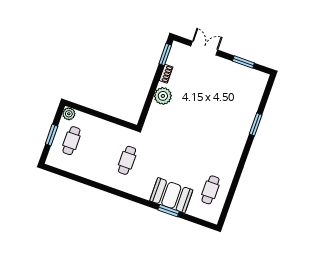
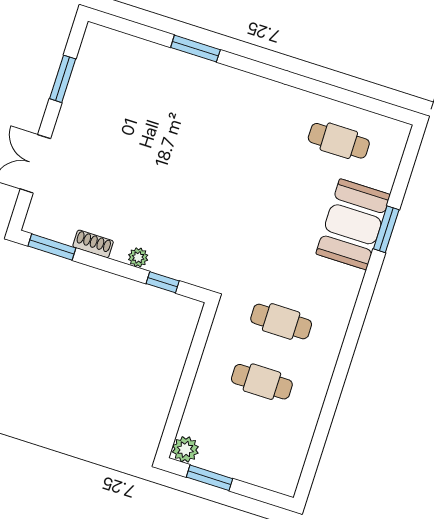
plant: (163, 96) -> (138, 257), width x0.53, depth x0.53
window: (147, 106) -> (163, 282), added
window: (52, 135) -> (209, 478), moved
cafe table: (71, 141) -> (262, 382), moved

